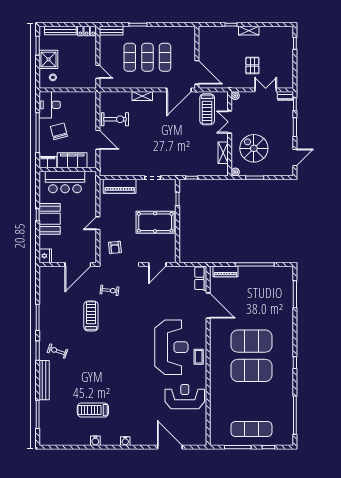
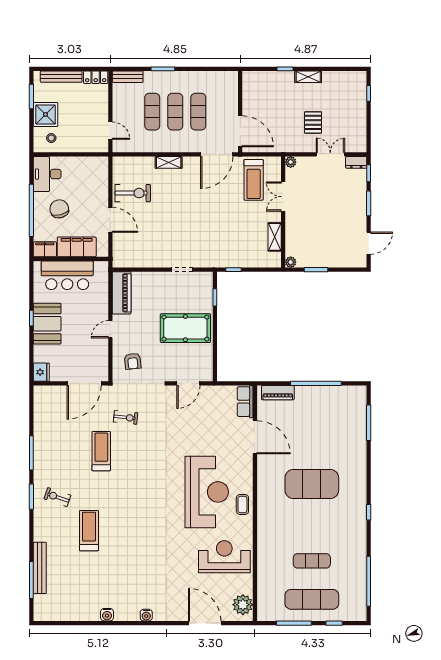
spiral stairs: (254, 148) -> (315, 231), removed
piano: (120, 186) -> (122, 293), moved, turned -90
exercise mat: (252, 370) -> (312, 561), moved, width x0.50, depth x0.69
bench: (44, 380) -> (40, 568), moved
treadmill: (93, 410) -> (89, 531), moved, turned 90
plant: (199, 433) -> (243, 605), added

